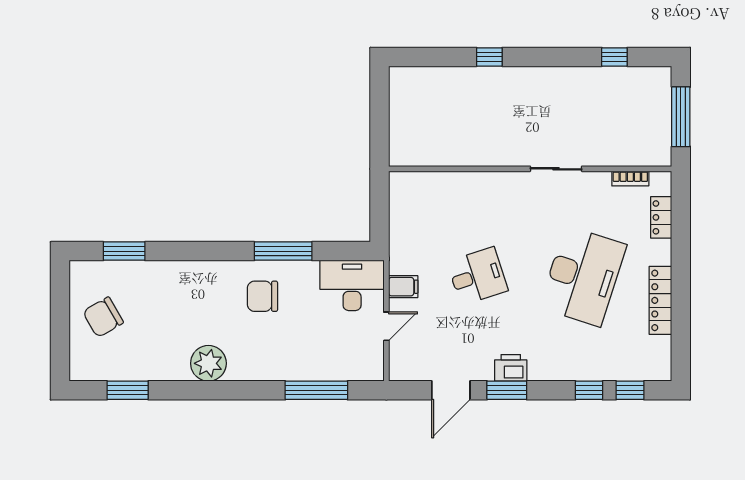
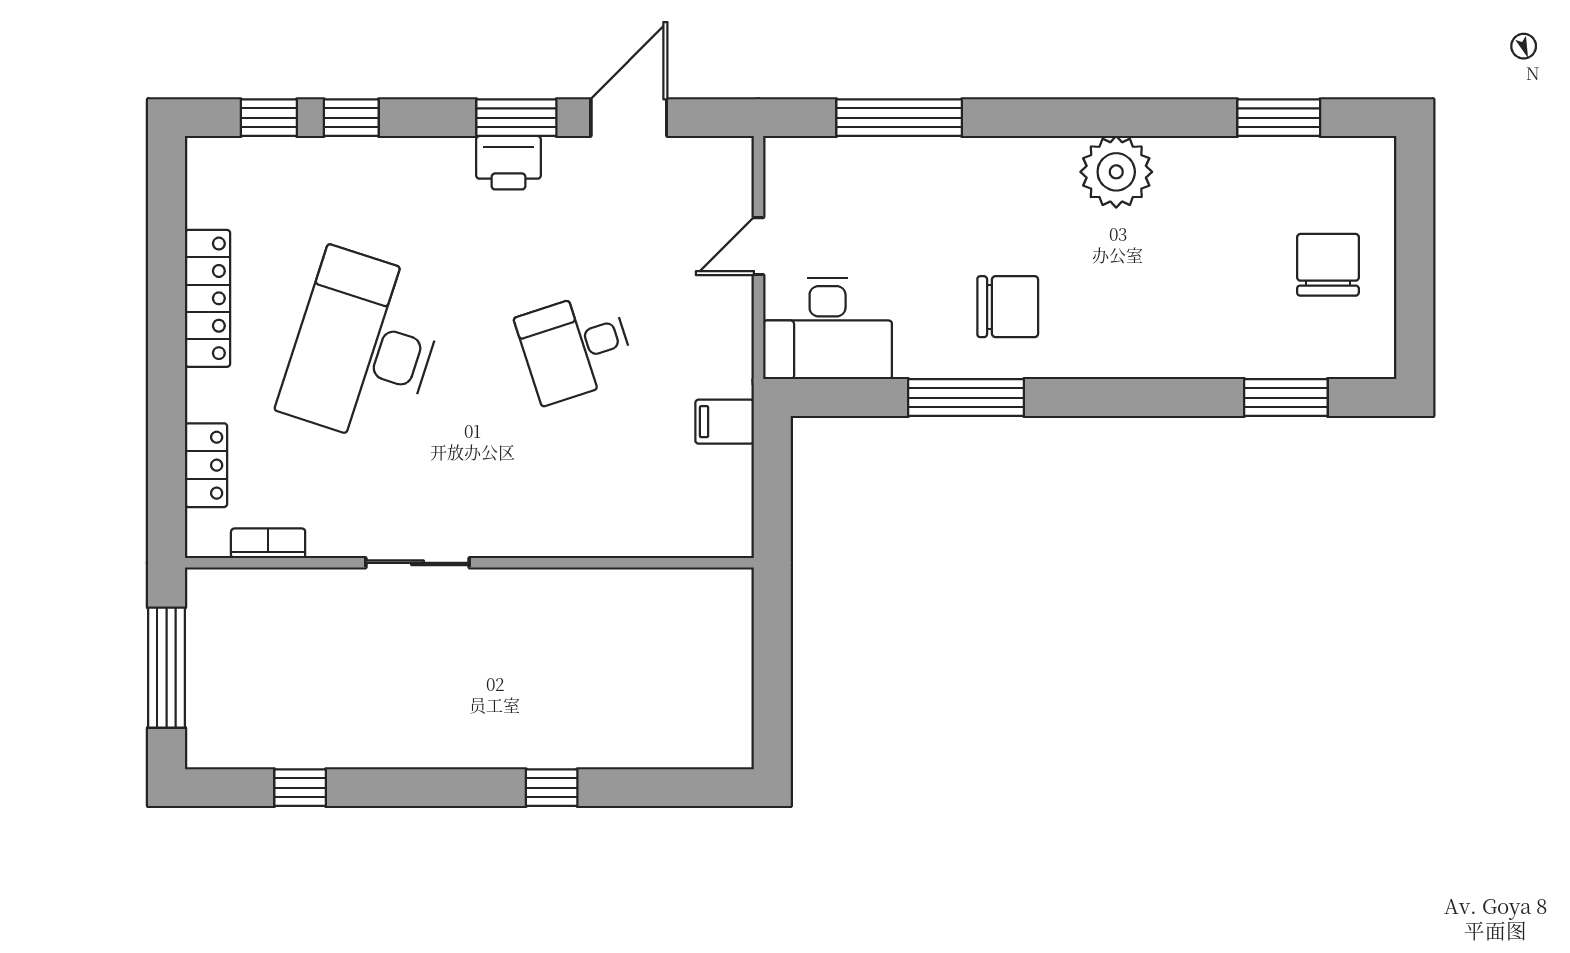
filing cabinet: (403, 287) -> (725, 422), moved
chair: (103, 317) -> (1328, 265), turned -60

